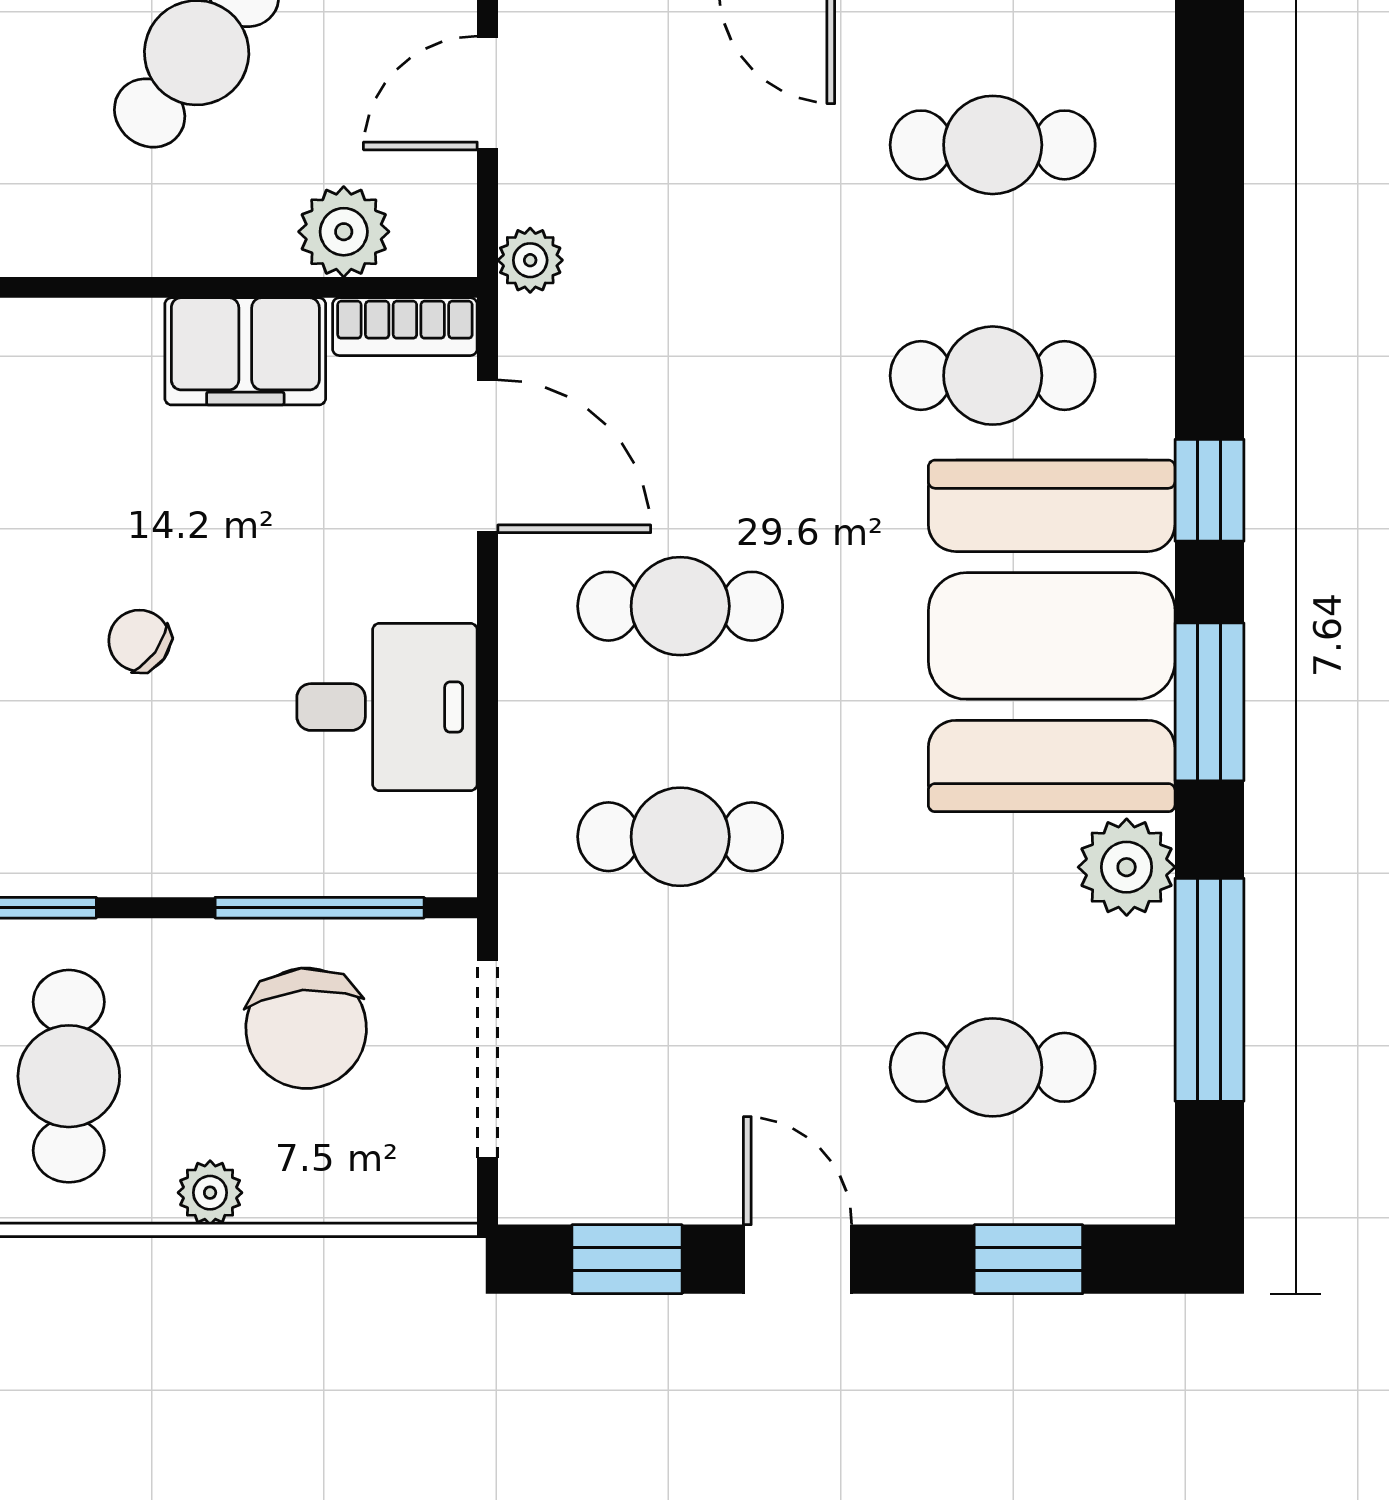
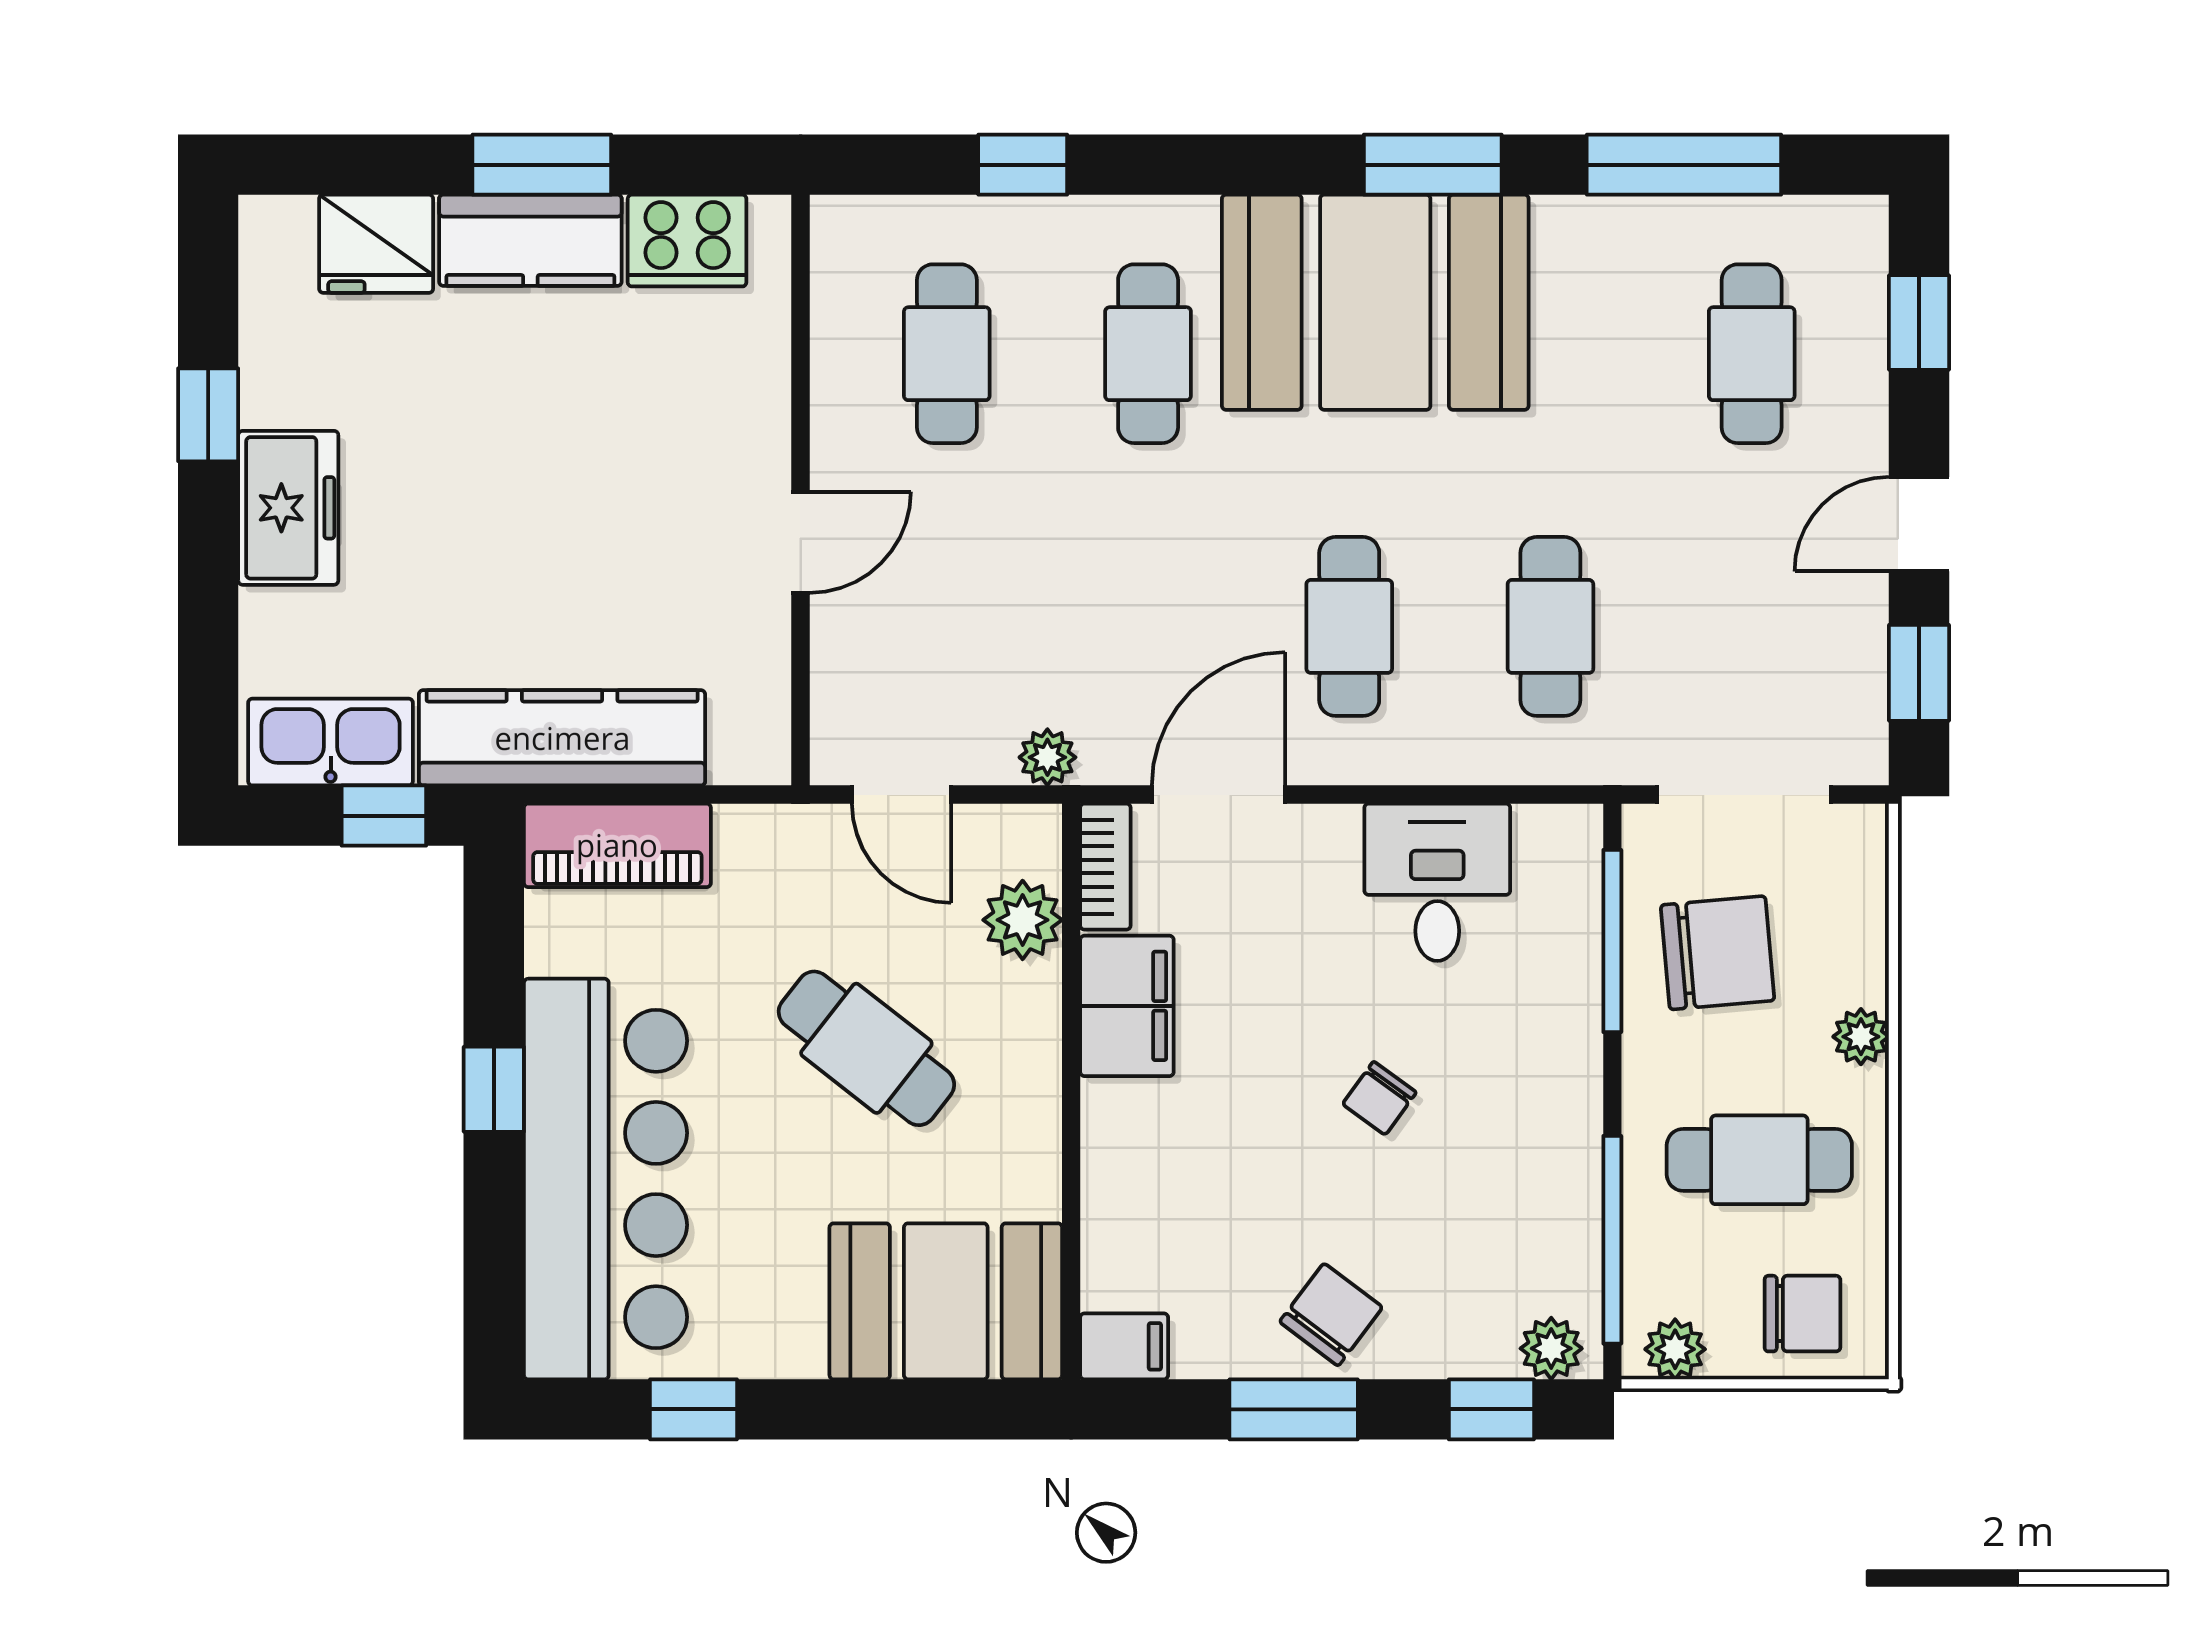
window: (1209, 490) -> (1023, 165), moved
plant: (1127, 867) -> (1577, 237), removed

